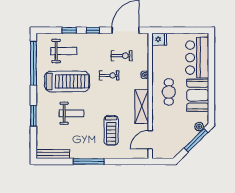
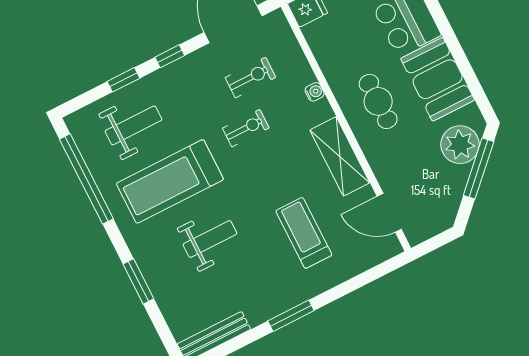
treadmill: (67, 81) -> (170, 181), turned 180
plant: (199, 127) -> (460, 145), width x1.87, depth x1.87
treadmill: (111, 130) -> (304, 233), turned 180
door: (150, 140) -> (389, 213), hinge flipped
window: (89, 161) -> (291, 316), width x0.69

